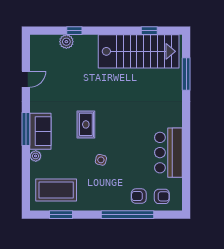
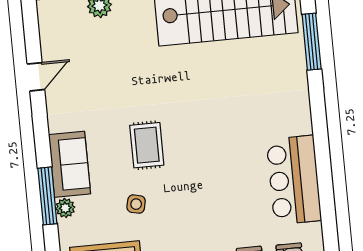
window: (26, 129) -> (47, 196), moved
side table: (101, 160) -> (136, 204), moved

